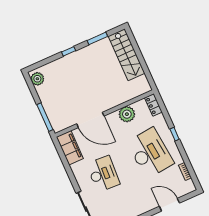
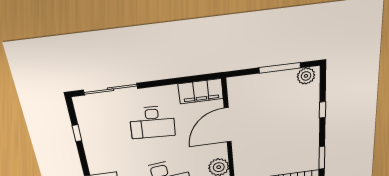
window: (69, 51) -> (322, 110), moved
window: (45, 117) -> (280, 68), moved

